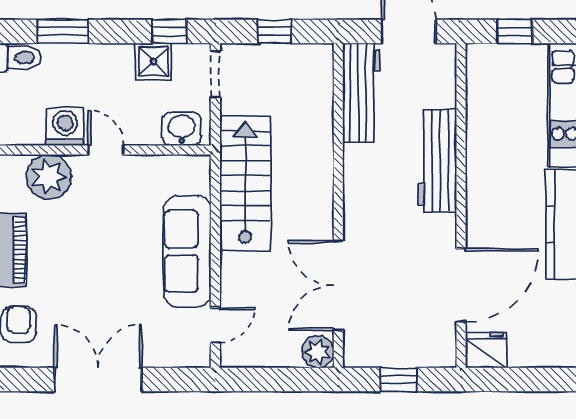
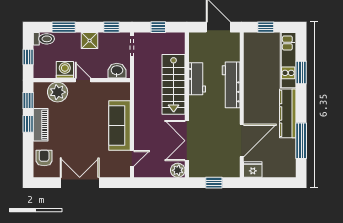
shower: (153, 61) -> (90, 41), moved
workbench: (361, 93) -> (197, 79), moved, width x0.73
stairs: (245, 183) -> (174, 84), moved, turned 180

